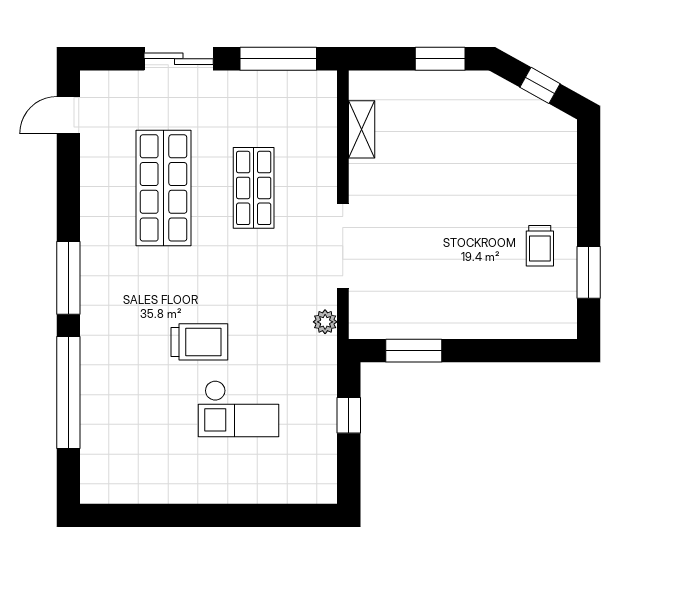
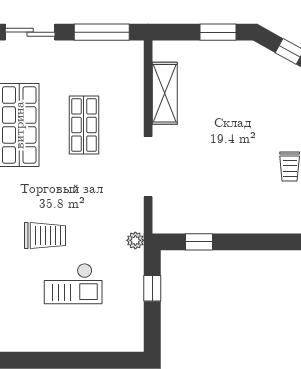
shelving: (362, 129) -> (165, 93), width x1.50, depth x1.33
plant: (325, 322) -> (135, 240), moved
window: (414, 351) -> (199, 242), width x0.67

